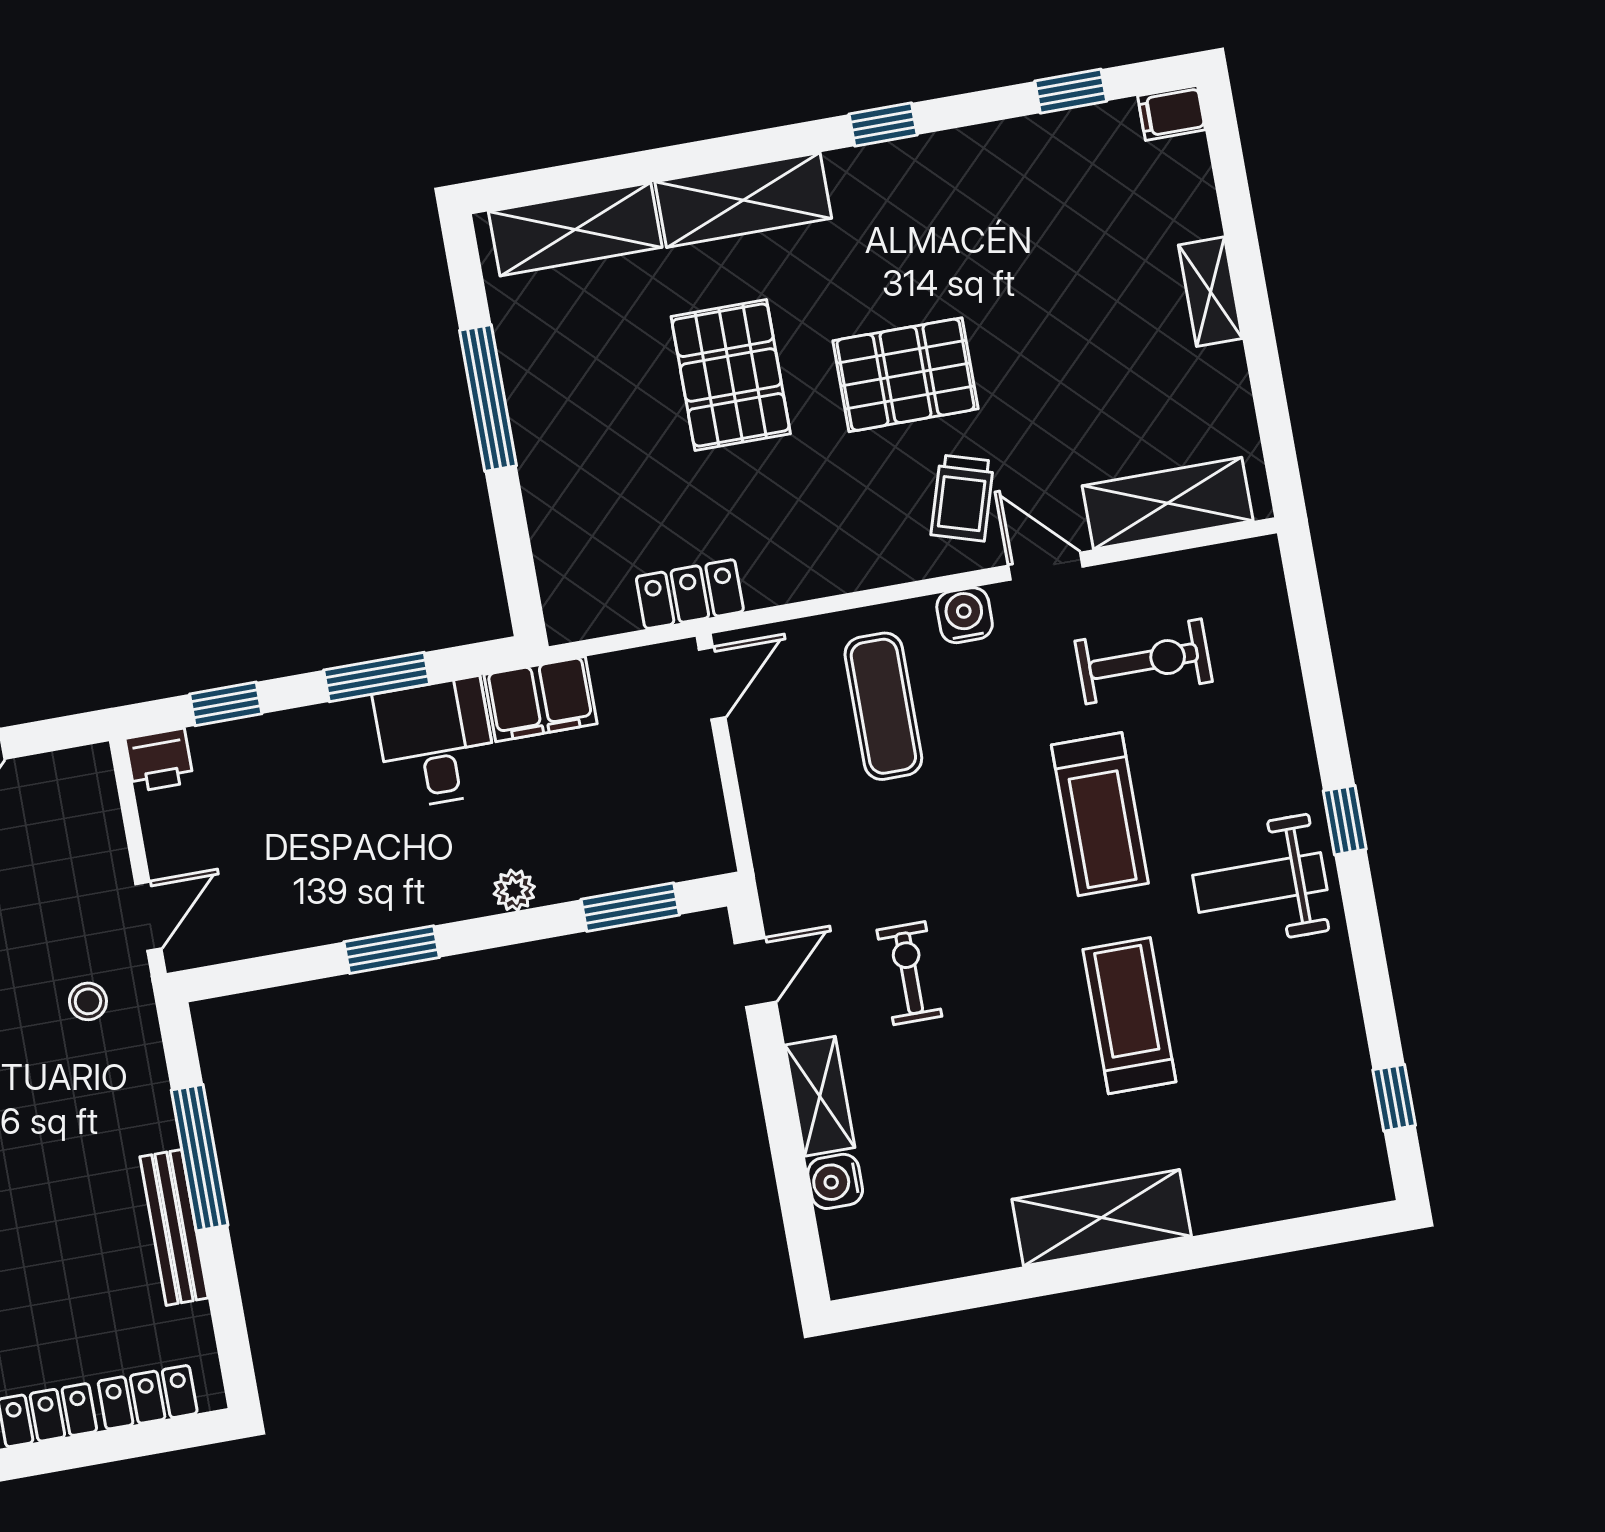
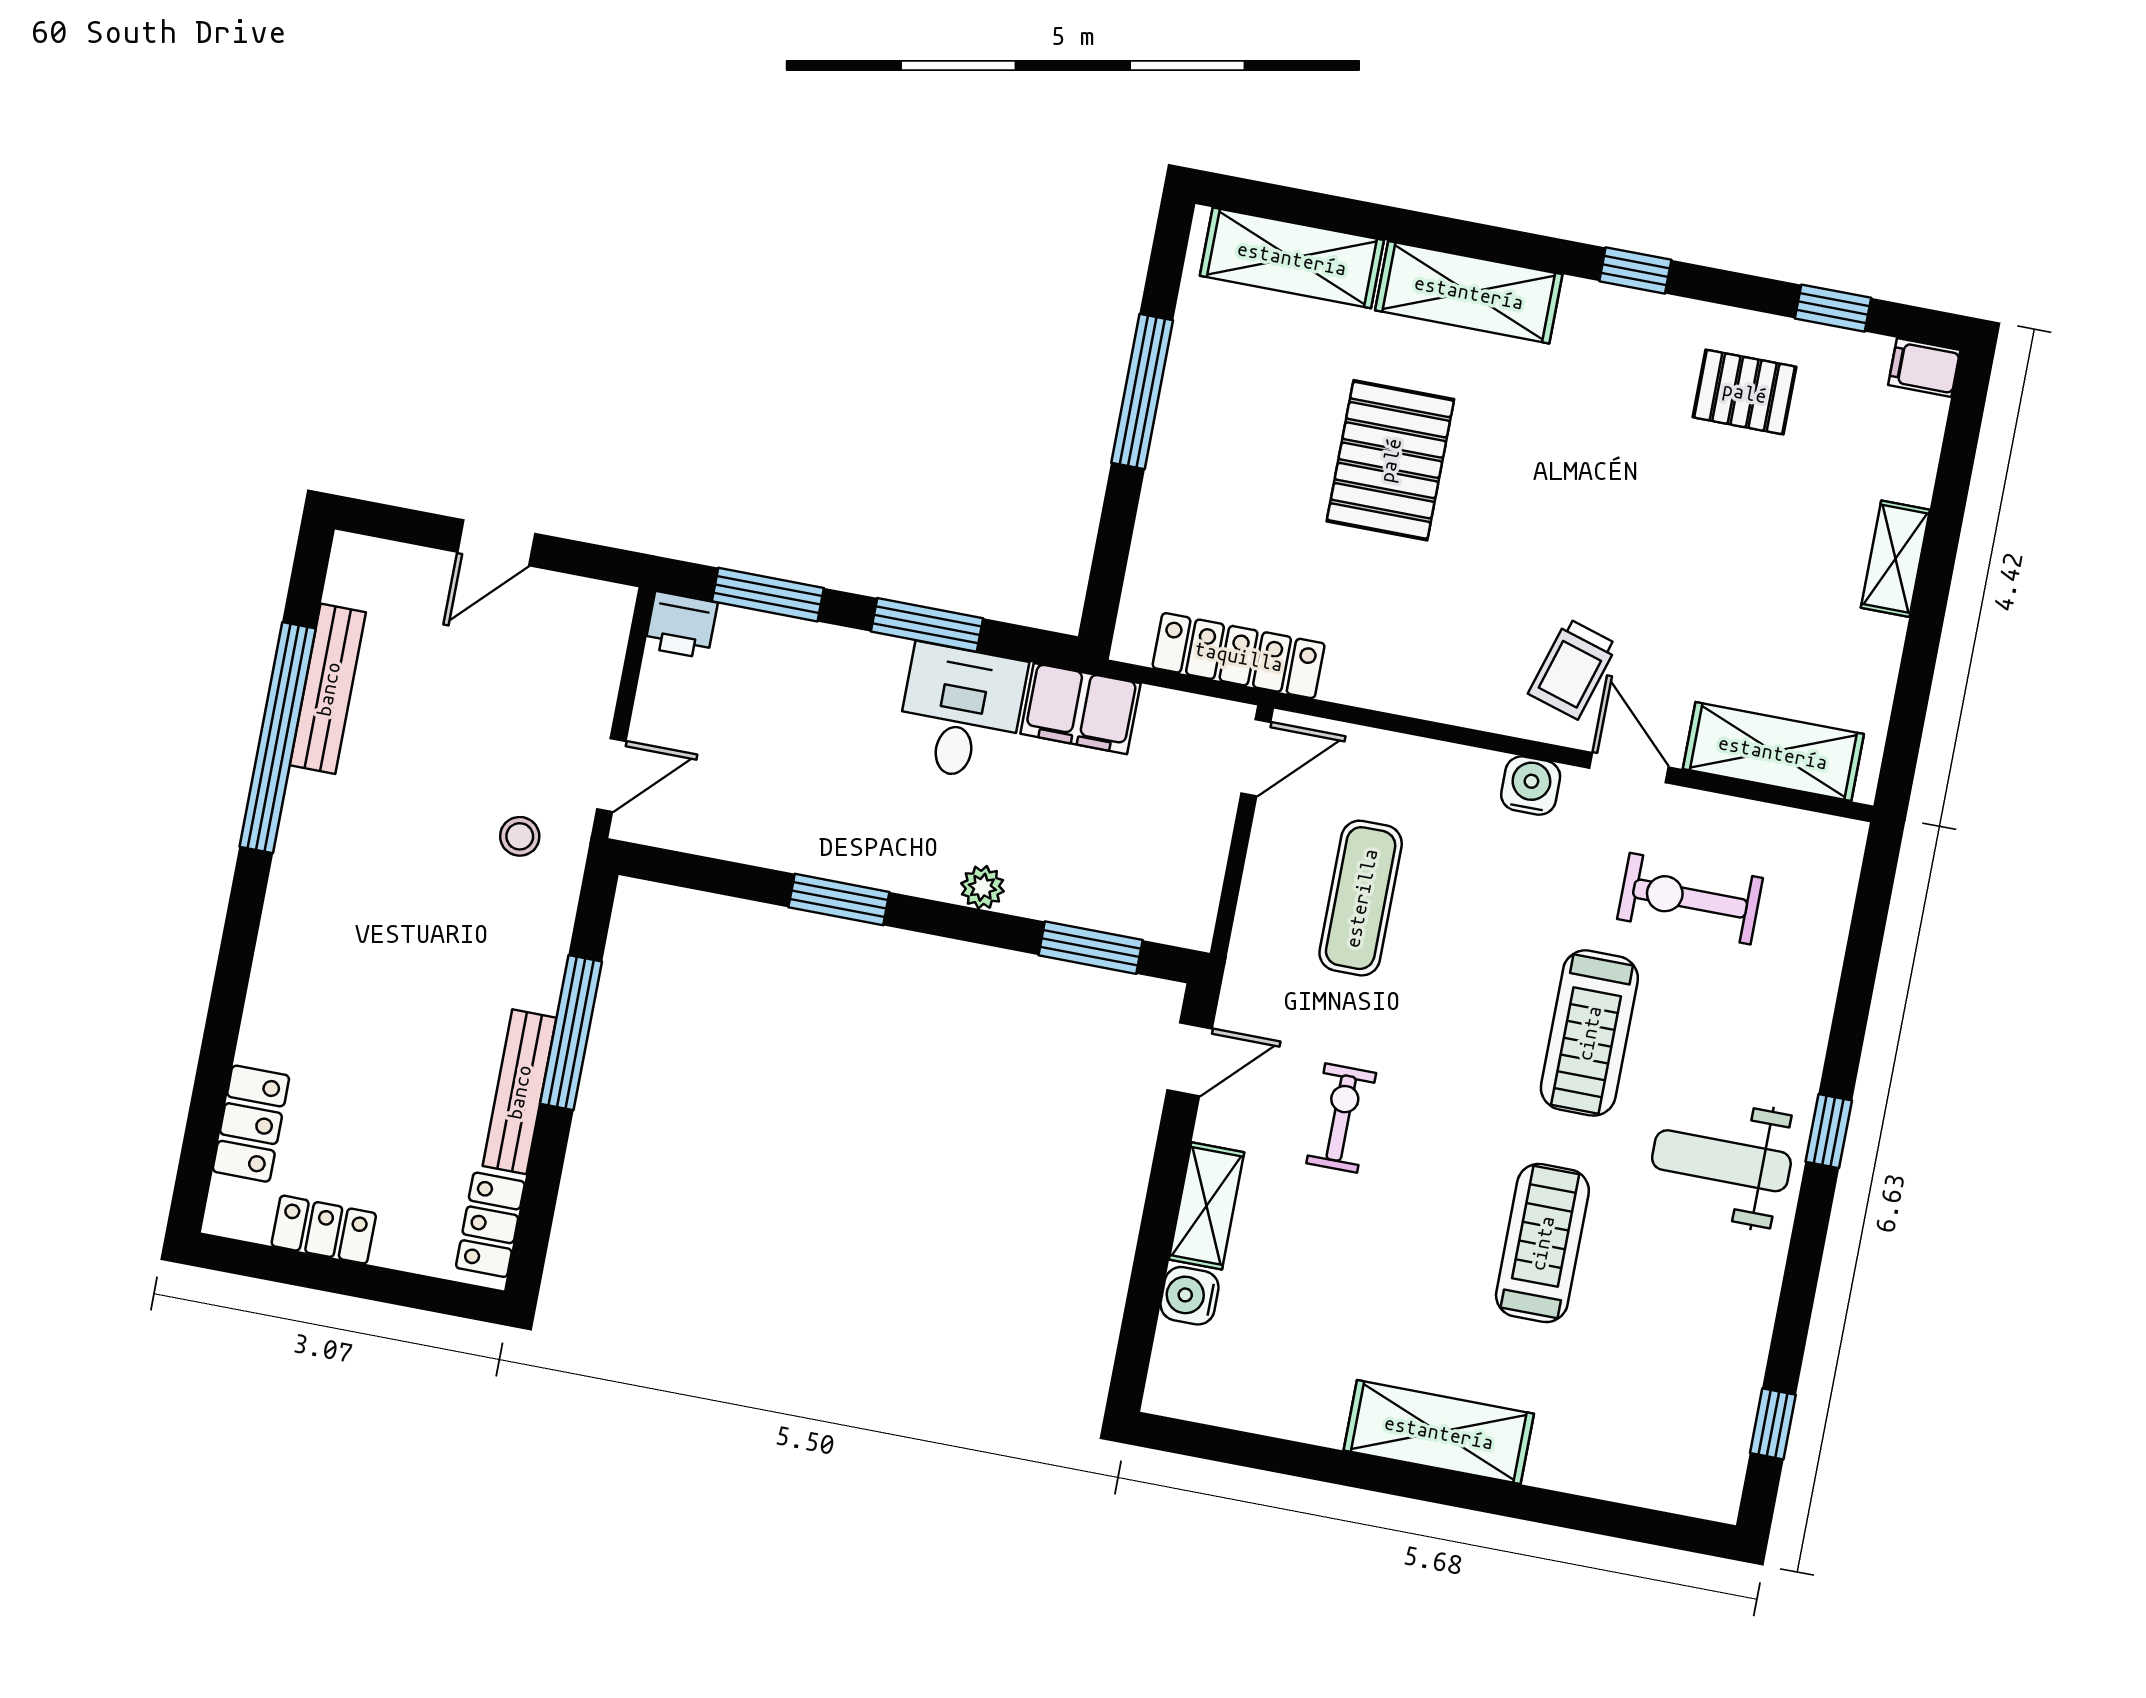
pallet: (906, 375) -> (1745, 392), moved, width x0.67, depth x0.71
locker: (690, 594) -> (1239, 656), width x1.53
exercise bike: (1144, 661) -> (1690, 899), turned 180
window: (226, 704) -> (768, 595), width x1.50
exercise mat: (883, 706) -> (1361, 898), moved
locker: (148, 1397) -> (490, 1225), moved, turned -90

